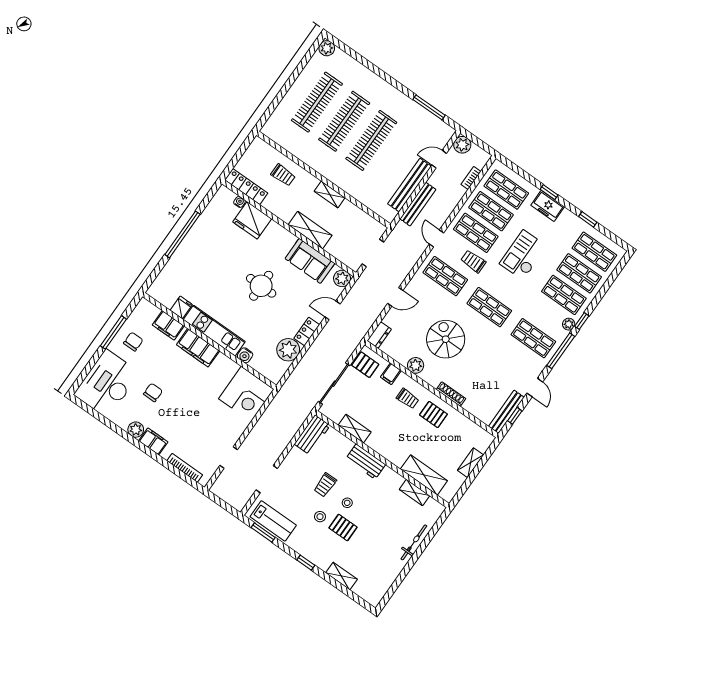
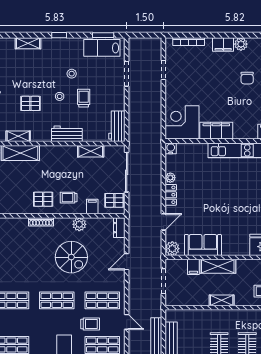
filing cabinet: (334, 246) -> (193, 267), added
round table: (261, 286) -> (224, 204), removed
filing cabinet: (198, 348) -> (216, 131), moved
plant: (288, 350) -> (170, 178), width x0.53, depth x0.53
water cooler: (245, 355) -> (171, 148), moved
pallet: (343, 528) -> (30, 103), moved

